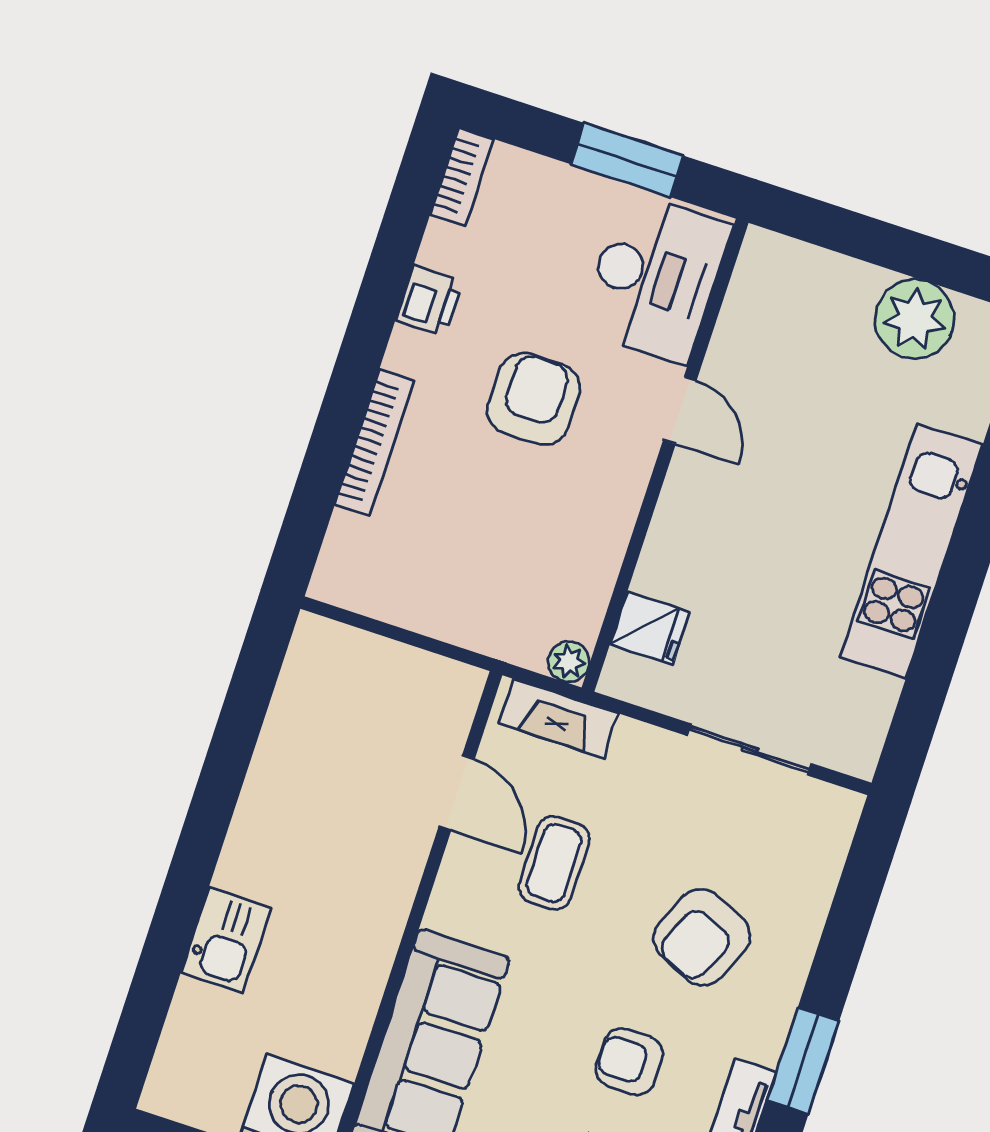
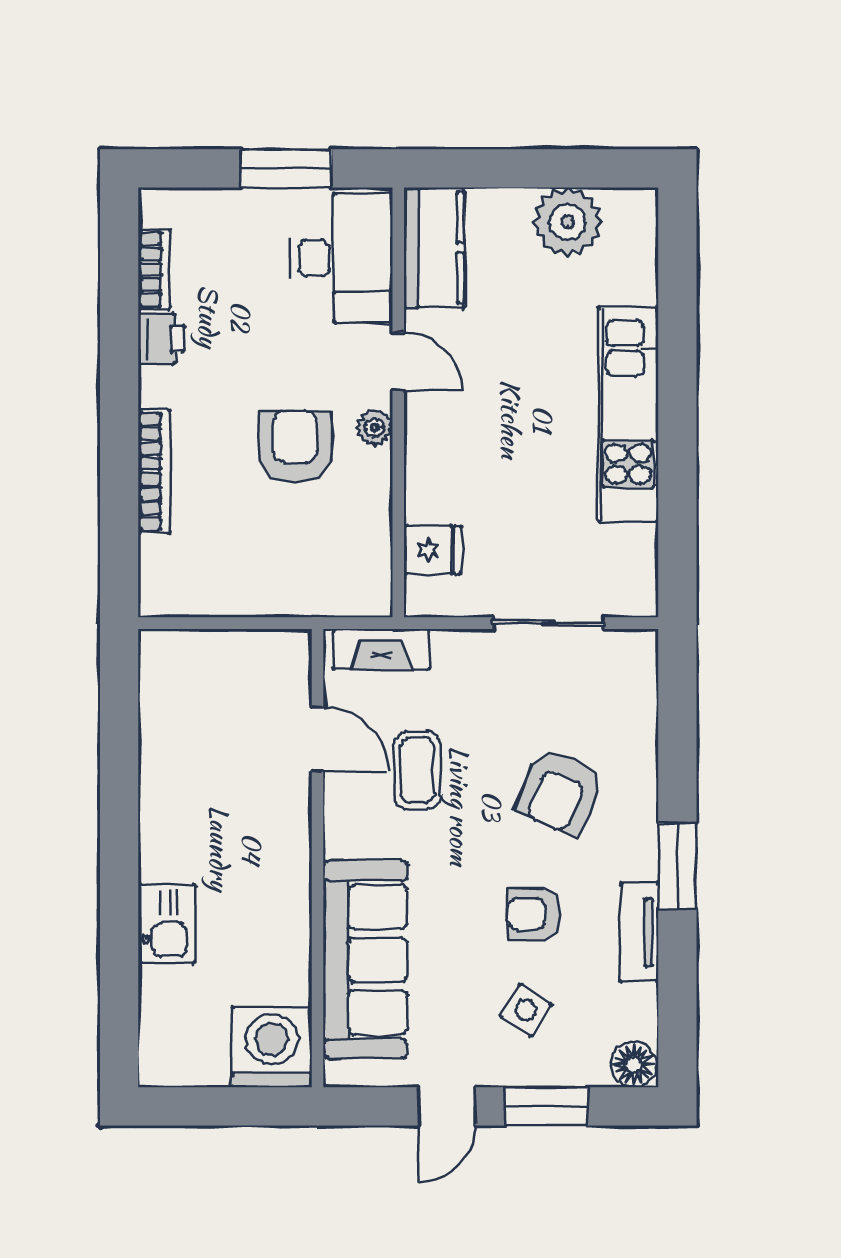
bookcase: (462, 177) -> (154, 269), moved
kitchen counter: (760, 299) -> (434, 248), added
armchair: (534, 399) -> (295, 447), moved
plant: (569, 662) -> (375, 428), moved

